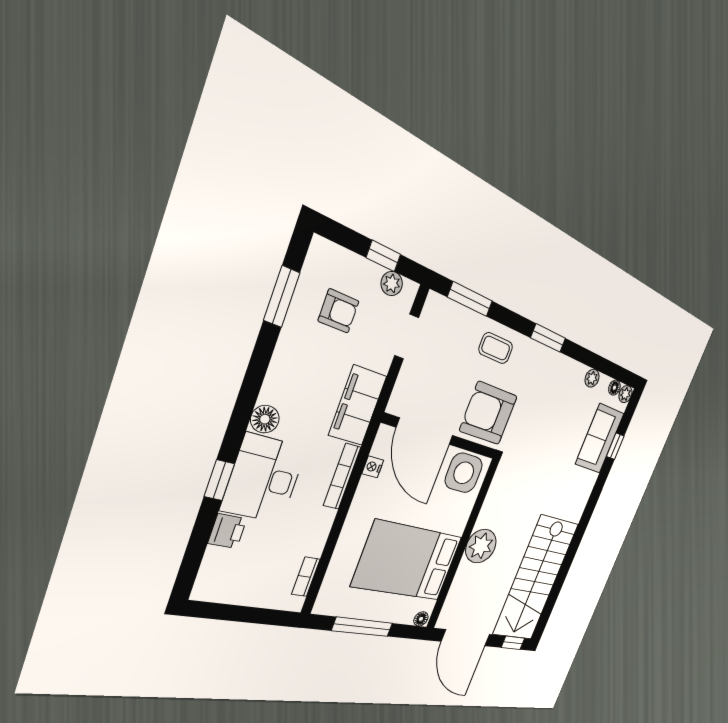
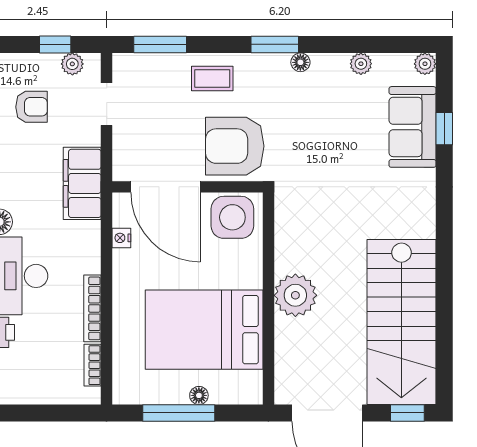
floor lamp: (614, 388) -> (300, 62), moved
bookcase: (342, 476) -> (92, 308), moved
floor lamp: (421, 619) -> (199, 395), moved

